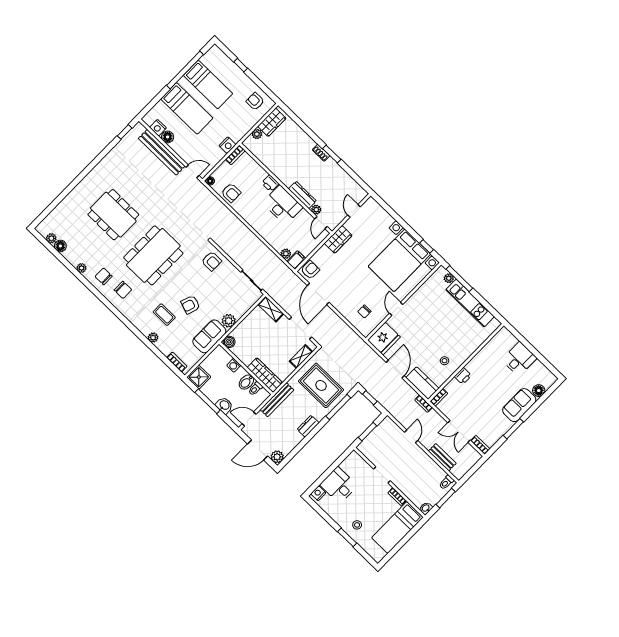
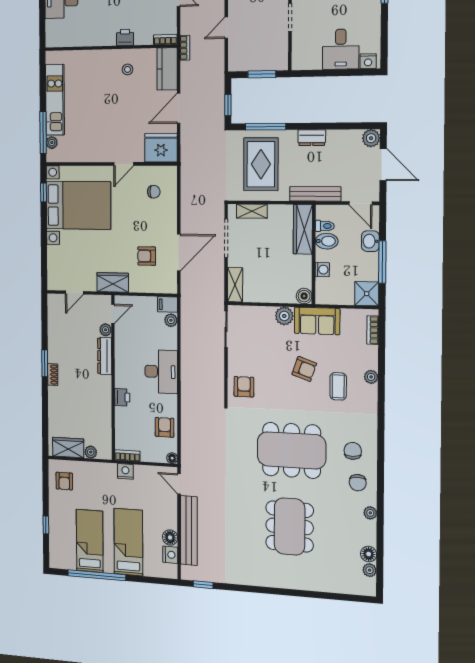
desk: (283, 205) -> (161, 372), moved, turned 180
armchair: (310, 270) -> (147, 256), moved

